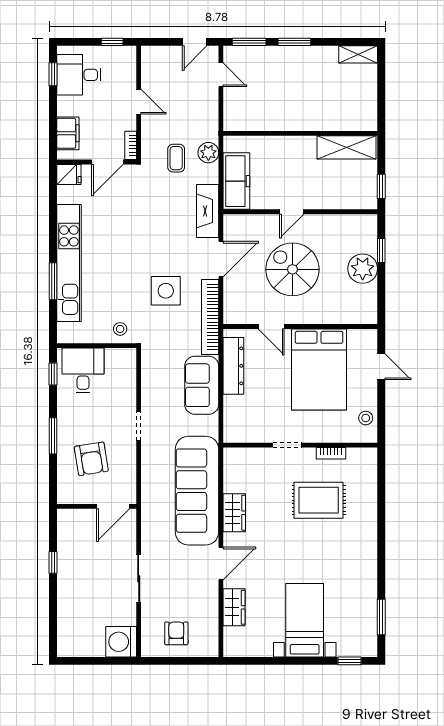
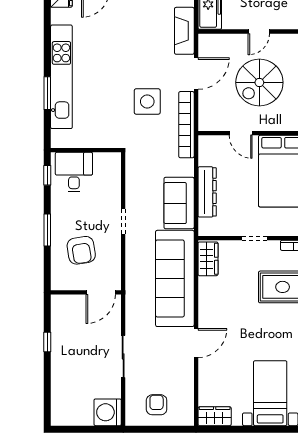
spiral stairs: (292, 269) -> (259, 82), turned -90
stool: (120, 329) -> (107, 135), removed
dresser: (233, 366) -> (207, 192), moved
sofa: (202, 385) -> (179, 203), moved
wardrobe: (234, 513) -> (208, 259), moved
wardrobe: (234, 607) -> (215, 416), moved, turned -90

